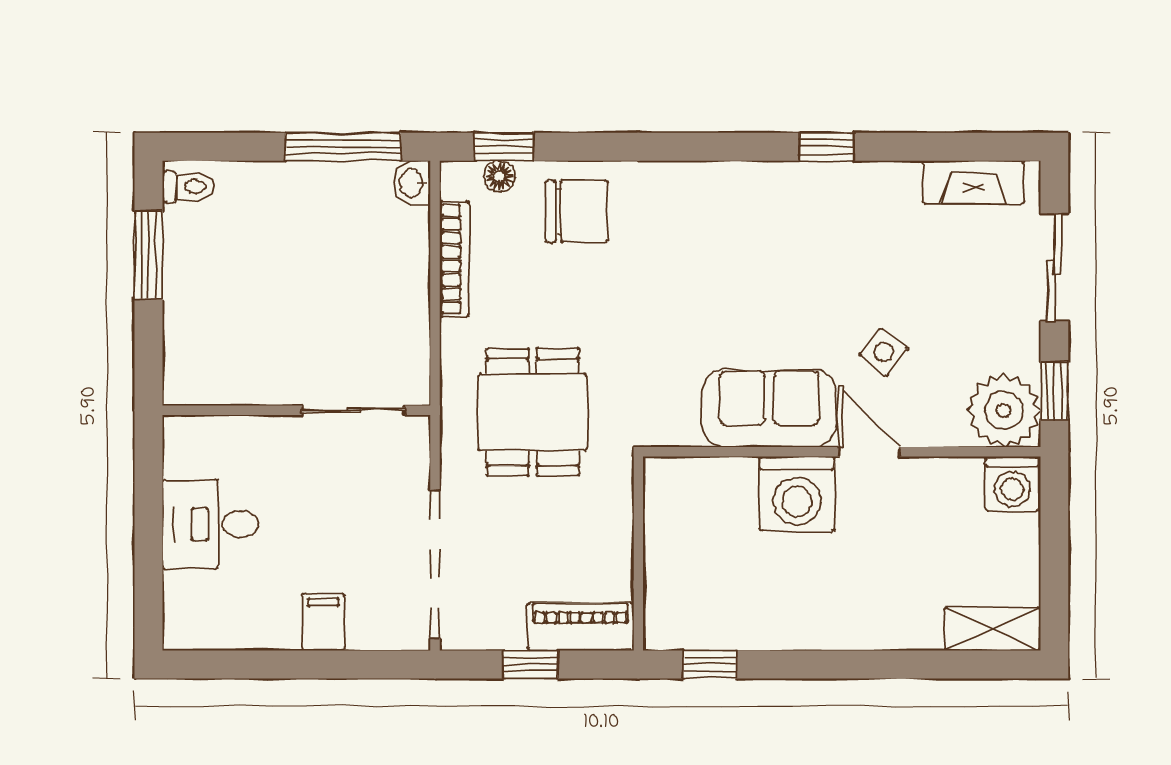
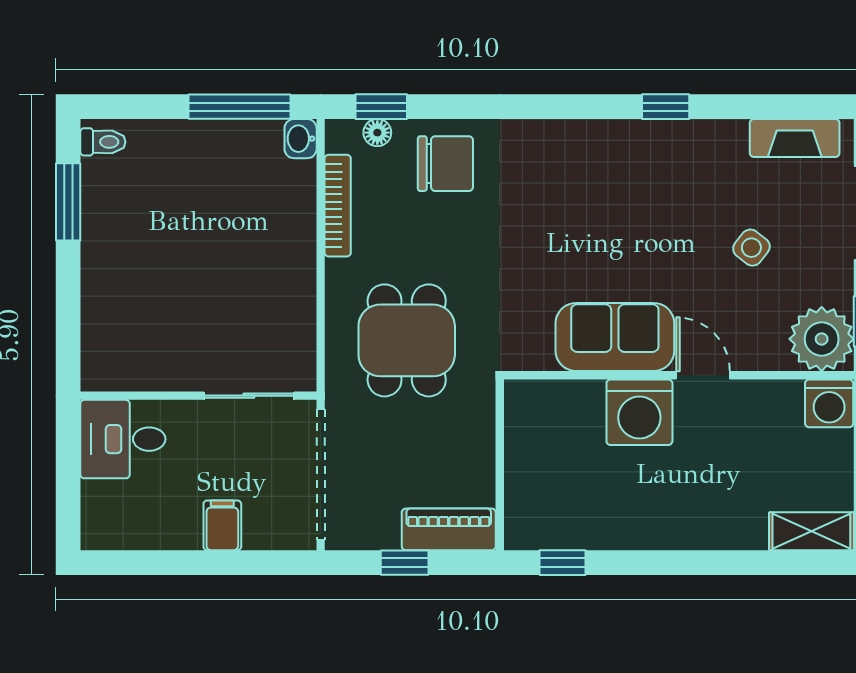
side table: (884, 352) -> (751, 248), moved
wall: (296, 410) -> (198, 396), moved
sliding door: (354, 410) -> (249, 396), moved

